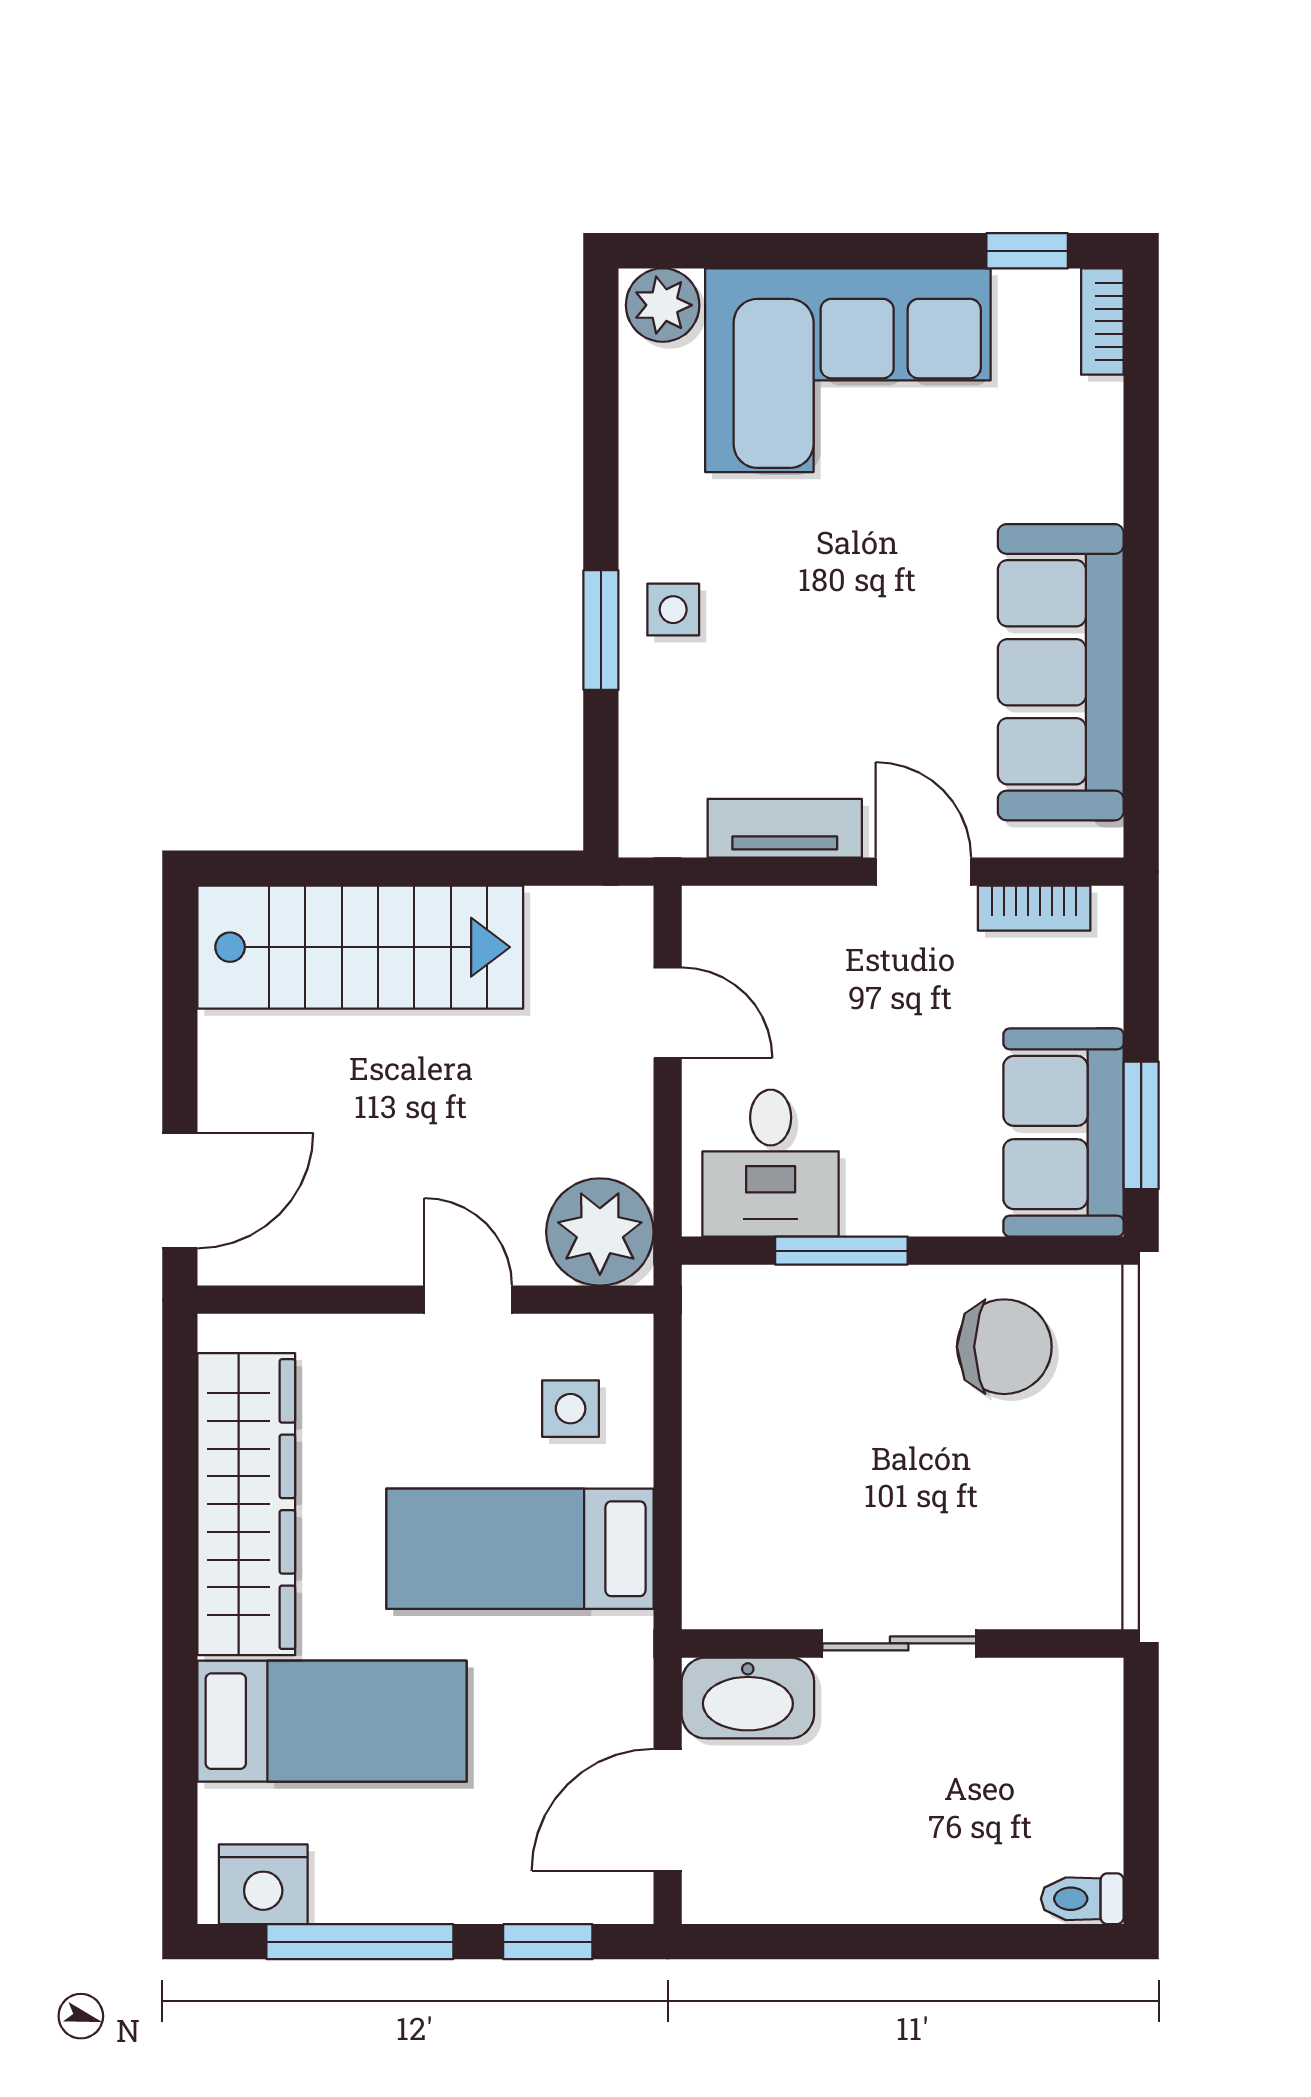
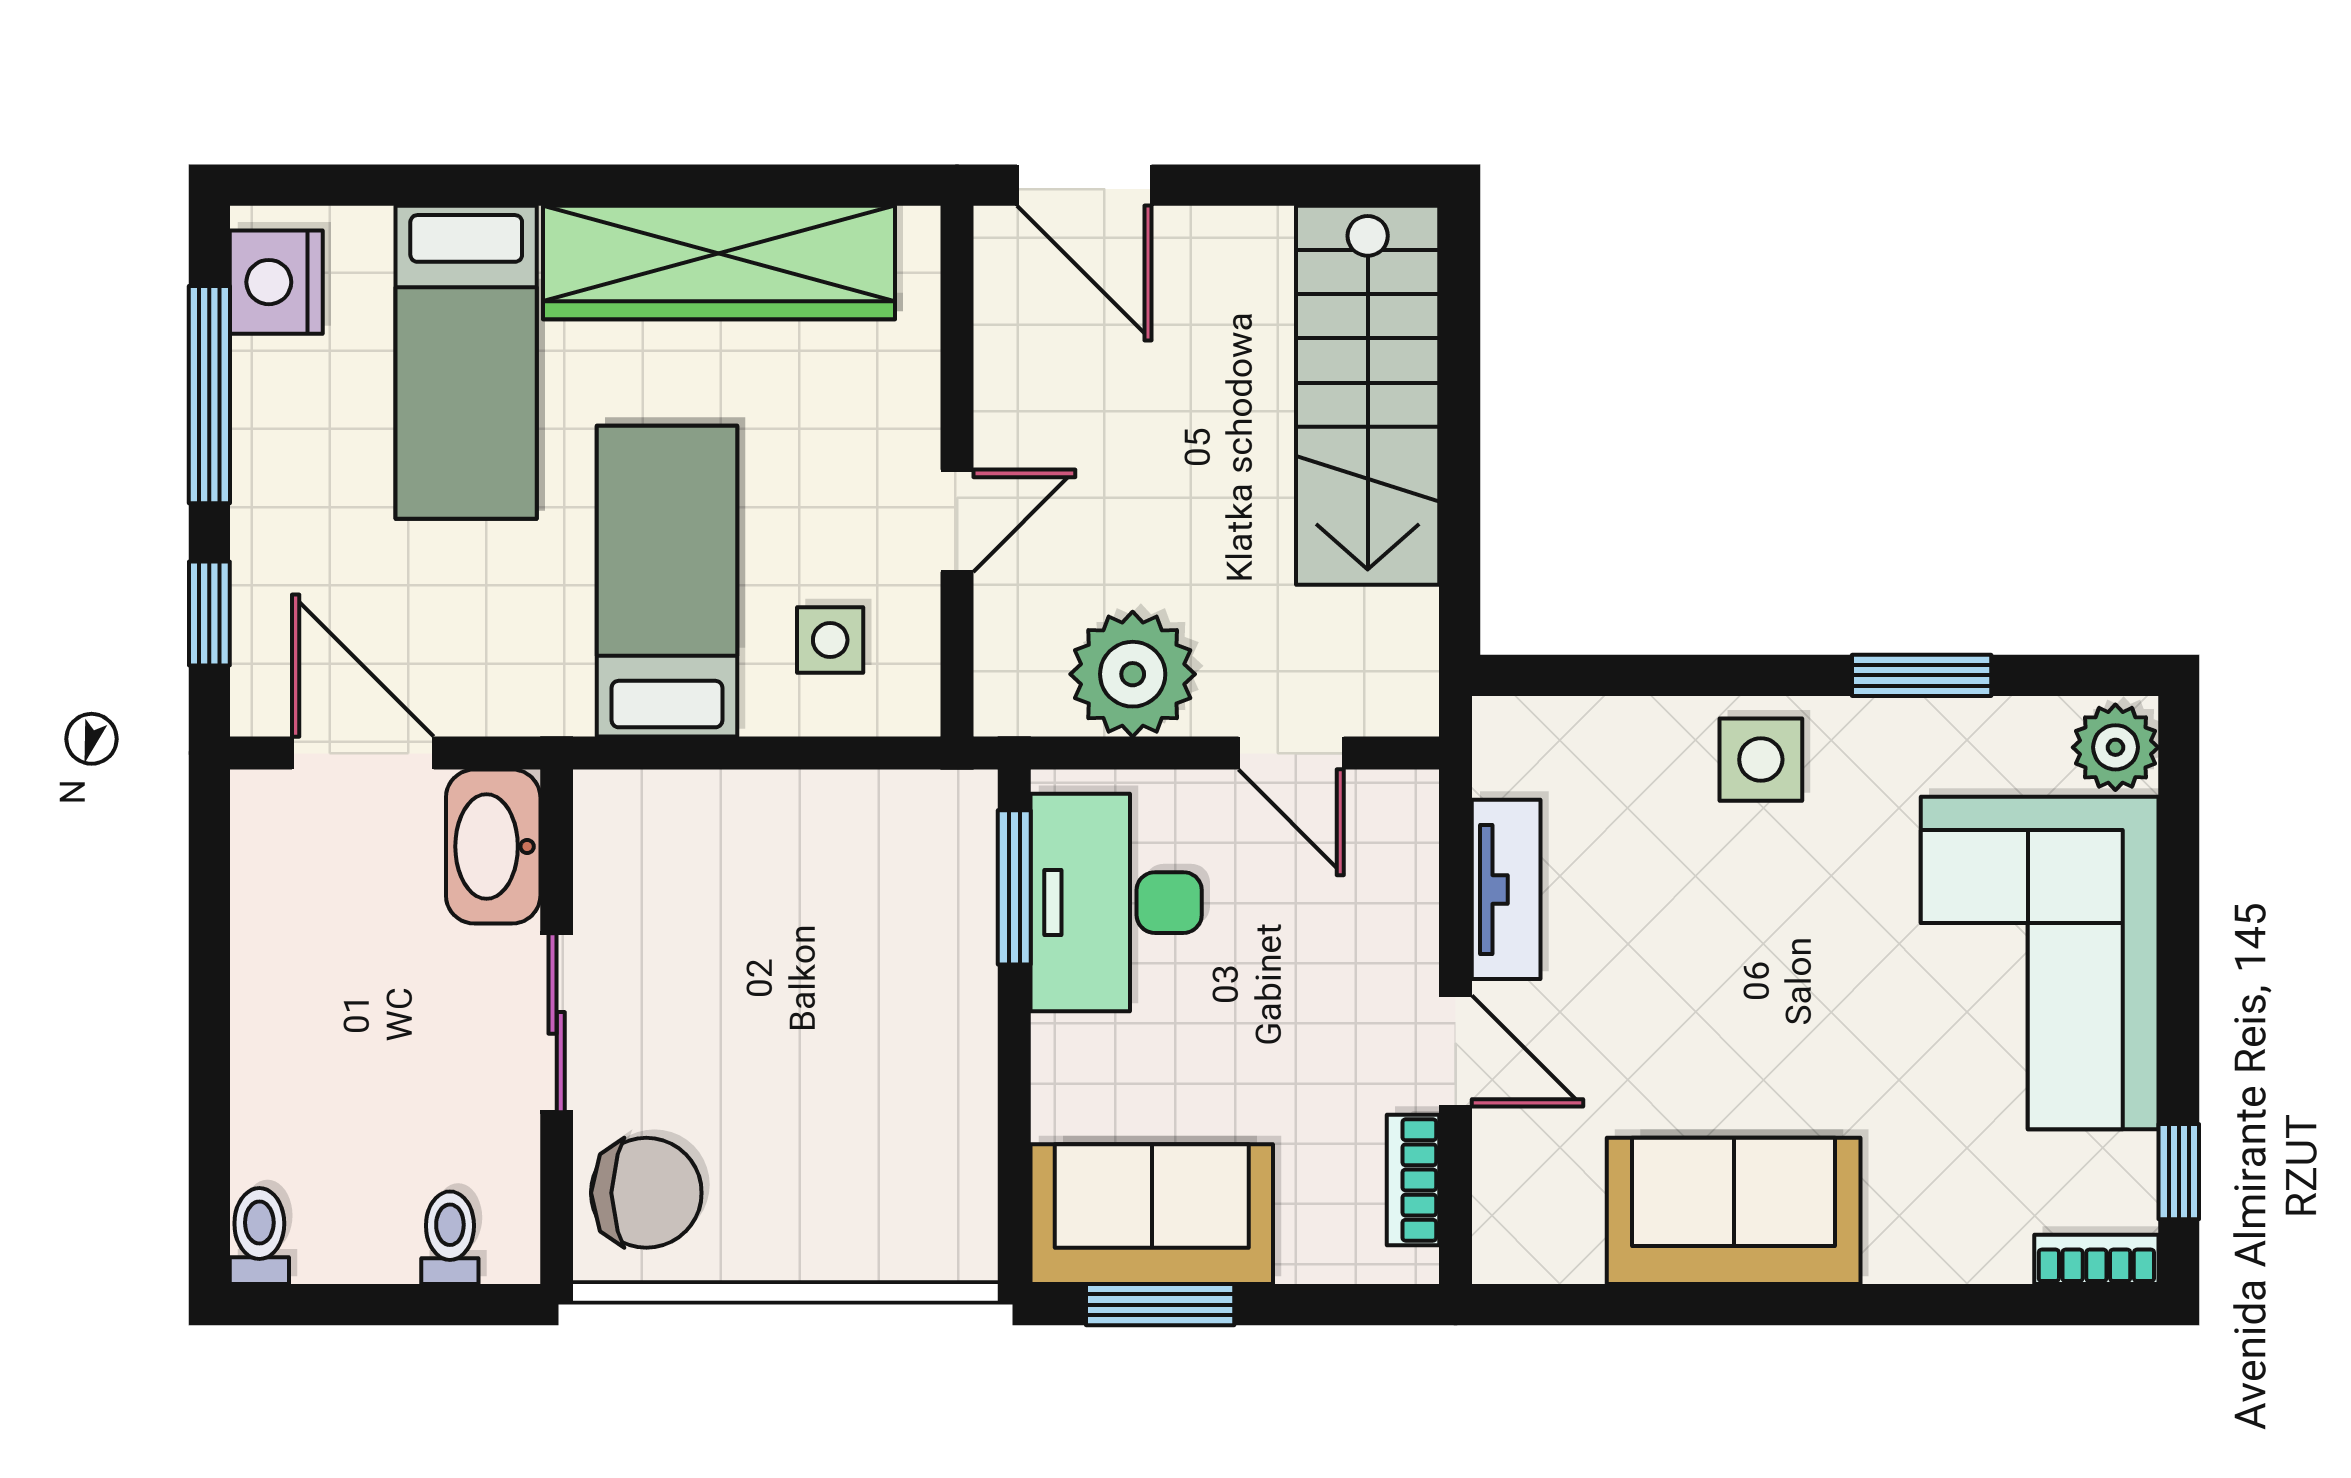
side table: (673, 610) -> (1761, 760), width x1.37, depth x1.37
window: (601, 630) -> (1922, 675), moved
sofa: (1061, 672) -> (1734, 1211), width x0.73
door: (923, 872) -> (1456, 1051), hinge flipped
door: (668, 1013) -> (1291, 753), hinge flipped
desk: (771, 1163) -> (1116, 903), width x1.37
plant: (600, 1232) -> (1133, 674), moved
window: (841, 1251) -> (1014, 887), moved
chair: (1004, 1347) -> (646, 1193), moved, turned -90
toilet: (1084, 1735) -> (450, 1238), added

